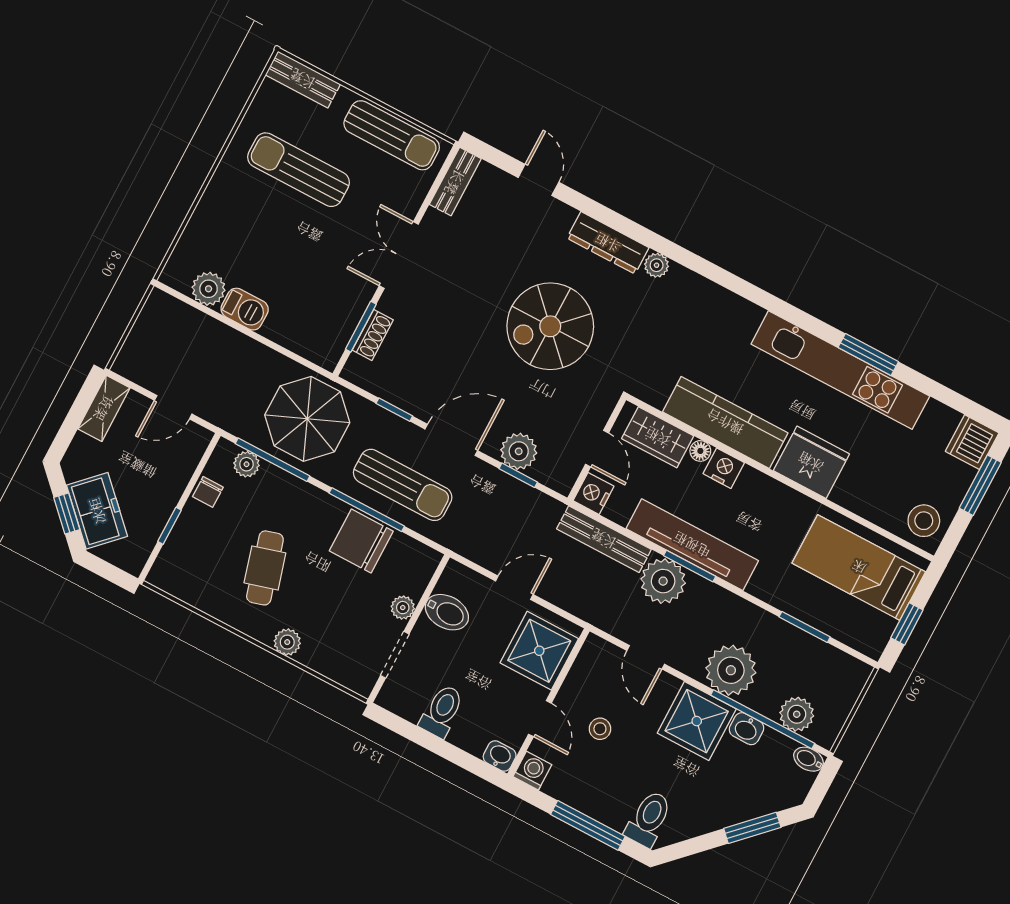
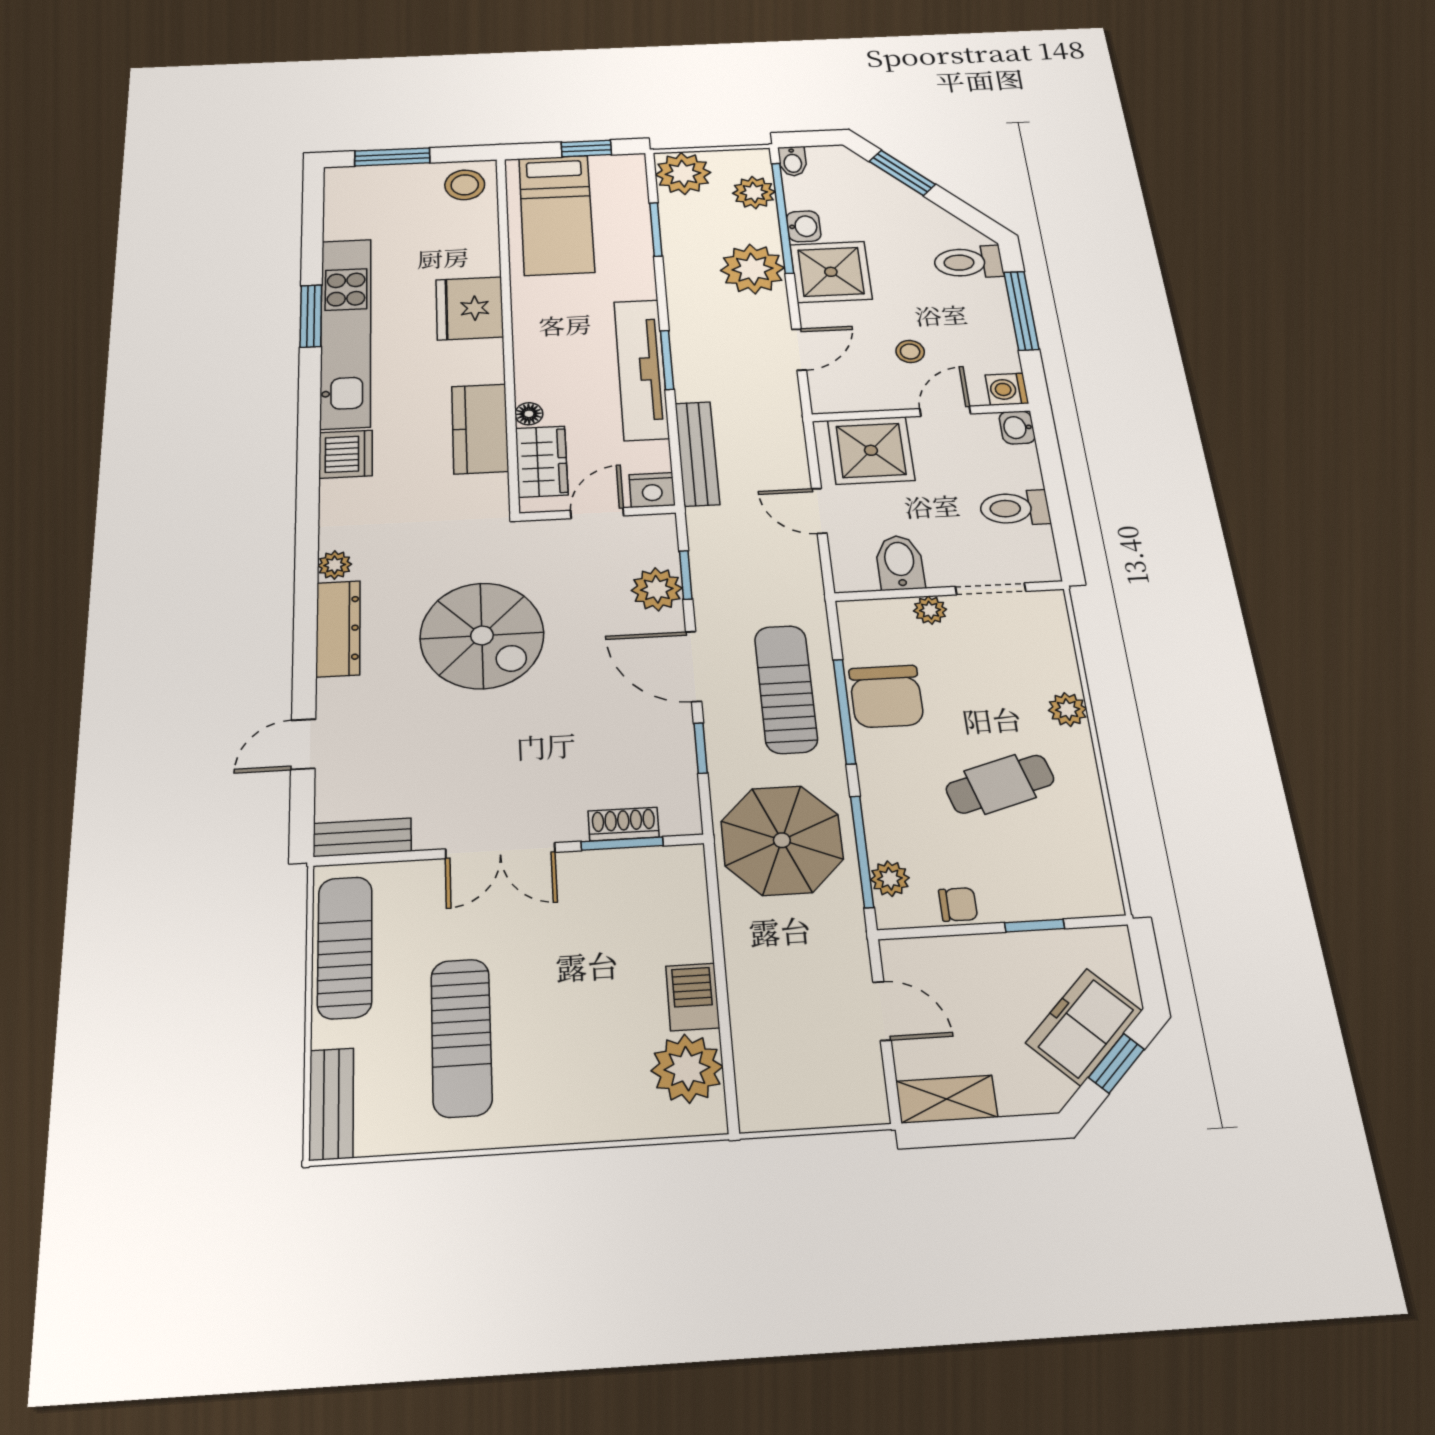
plant: (209, 289) -> (687, 1069), width x1.36, depth x1.36
kitchen counter: (725, 422) -> (480, 429), width x0.67
dishwasher: (972, 442) -> (346, 454), moved, turned -90
nightstand: (724, 468) -> (533, 383), removed
plant: (663, 581) -> (683, 174), moved

